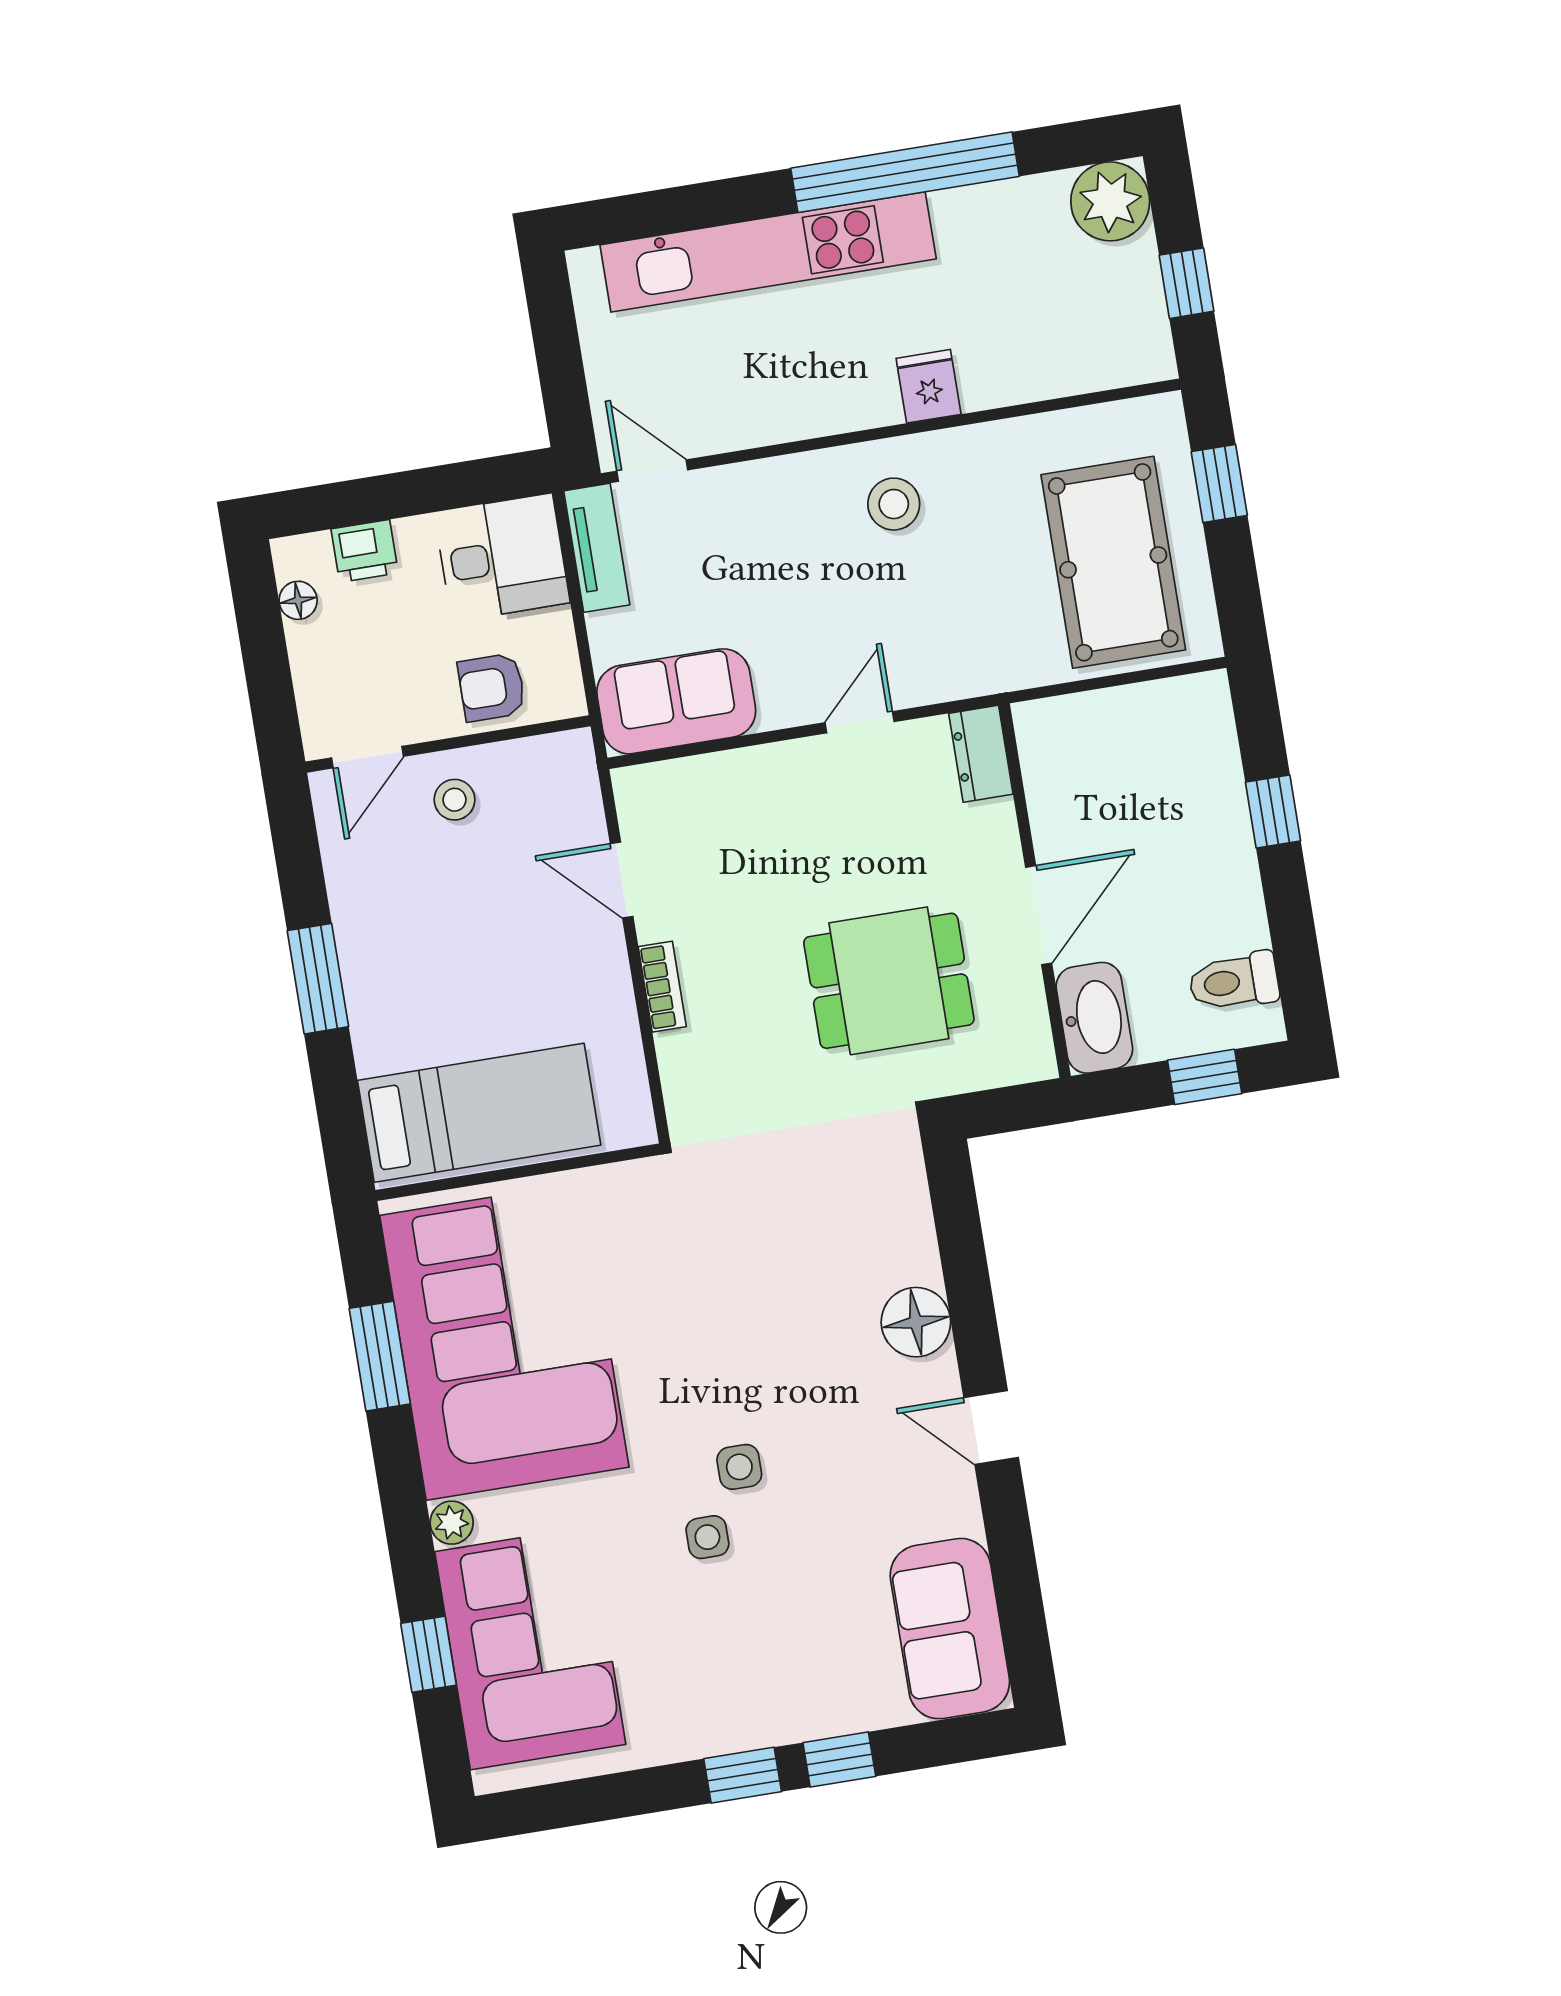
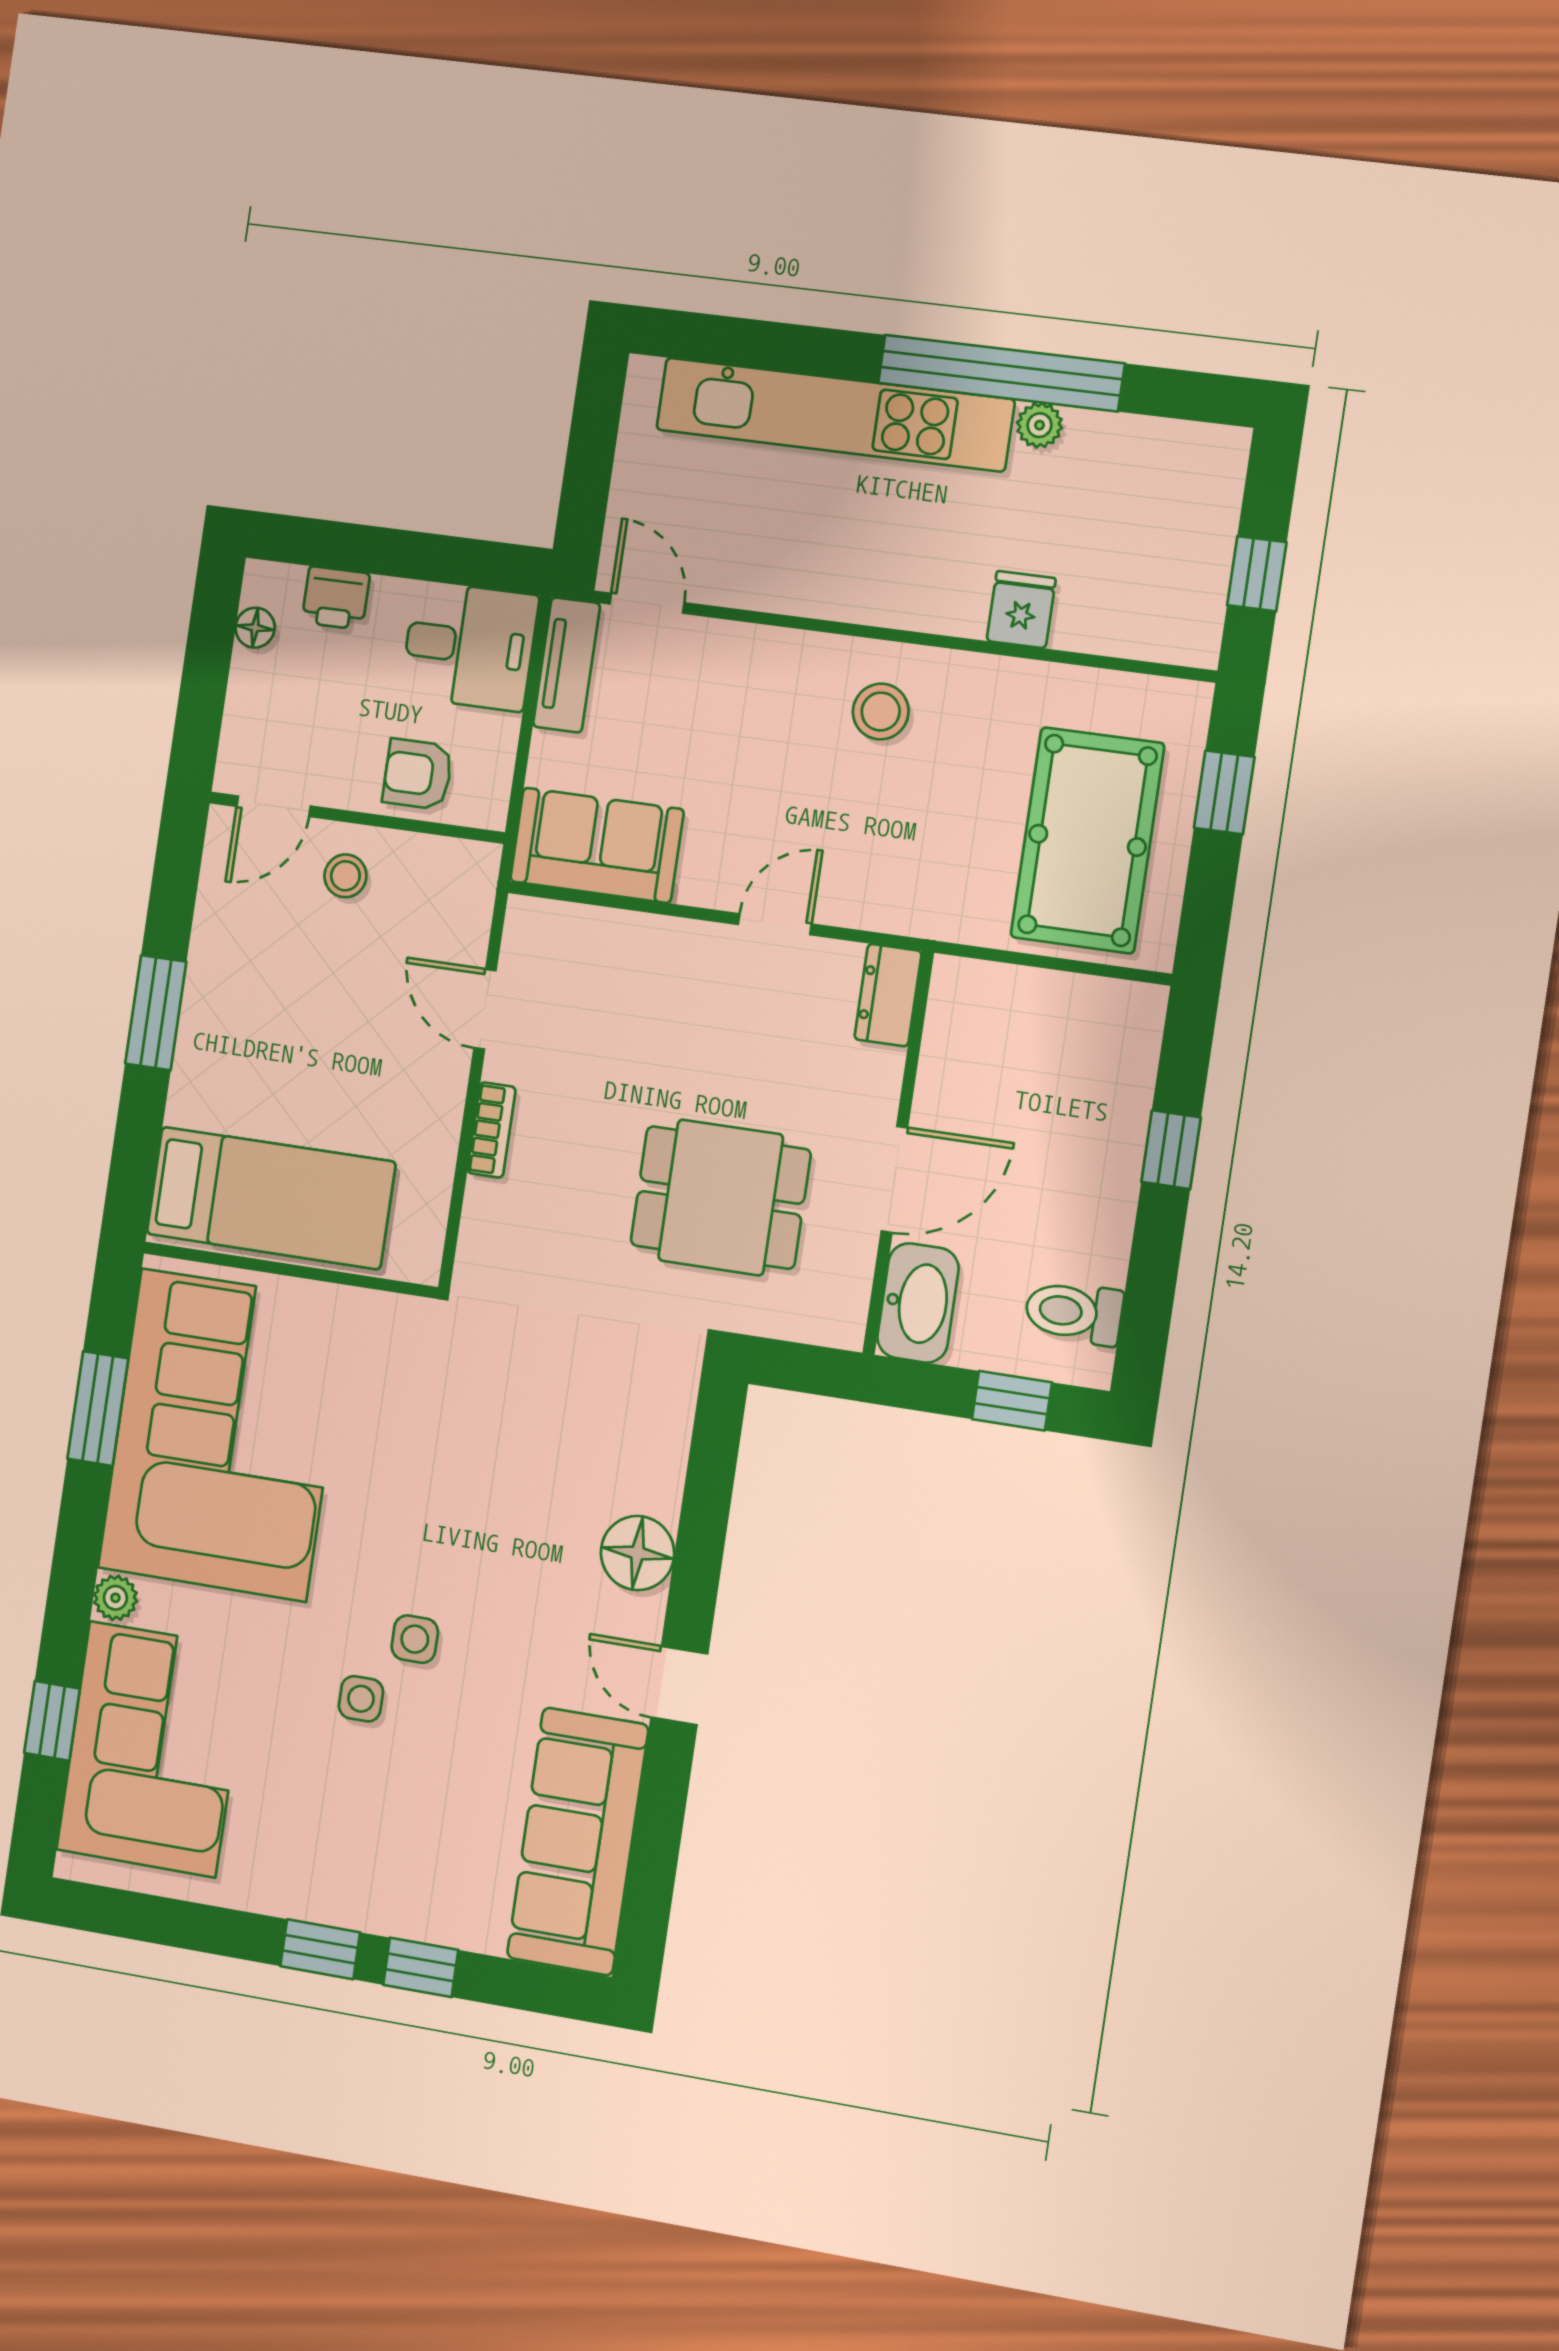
plant: (1110, 201) -> (1039, 425), moved, width x0.53, depth x0.53
fridge: (929, 386) -> (1021, 610), moved
sofa: (950, 1629) -> (578, 1841), width x1.36

